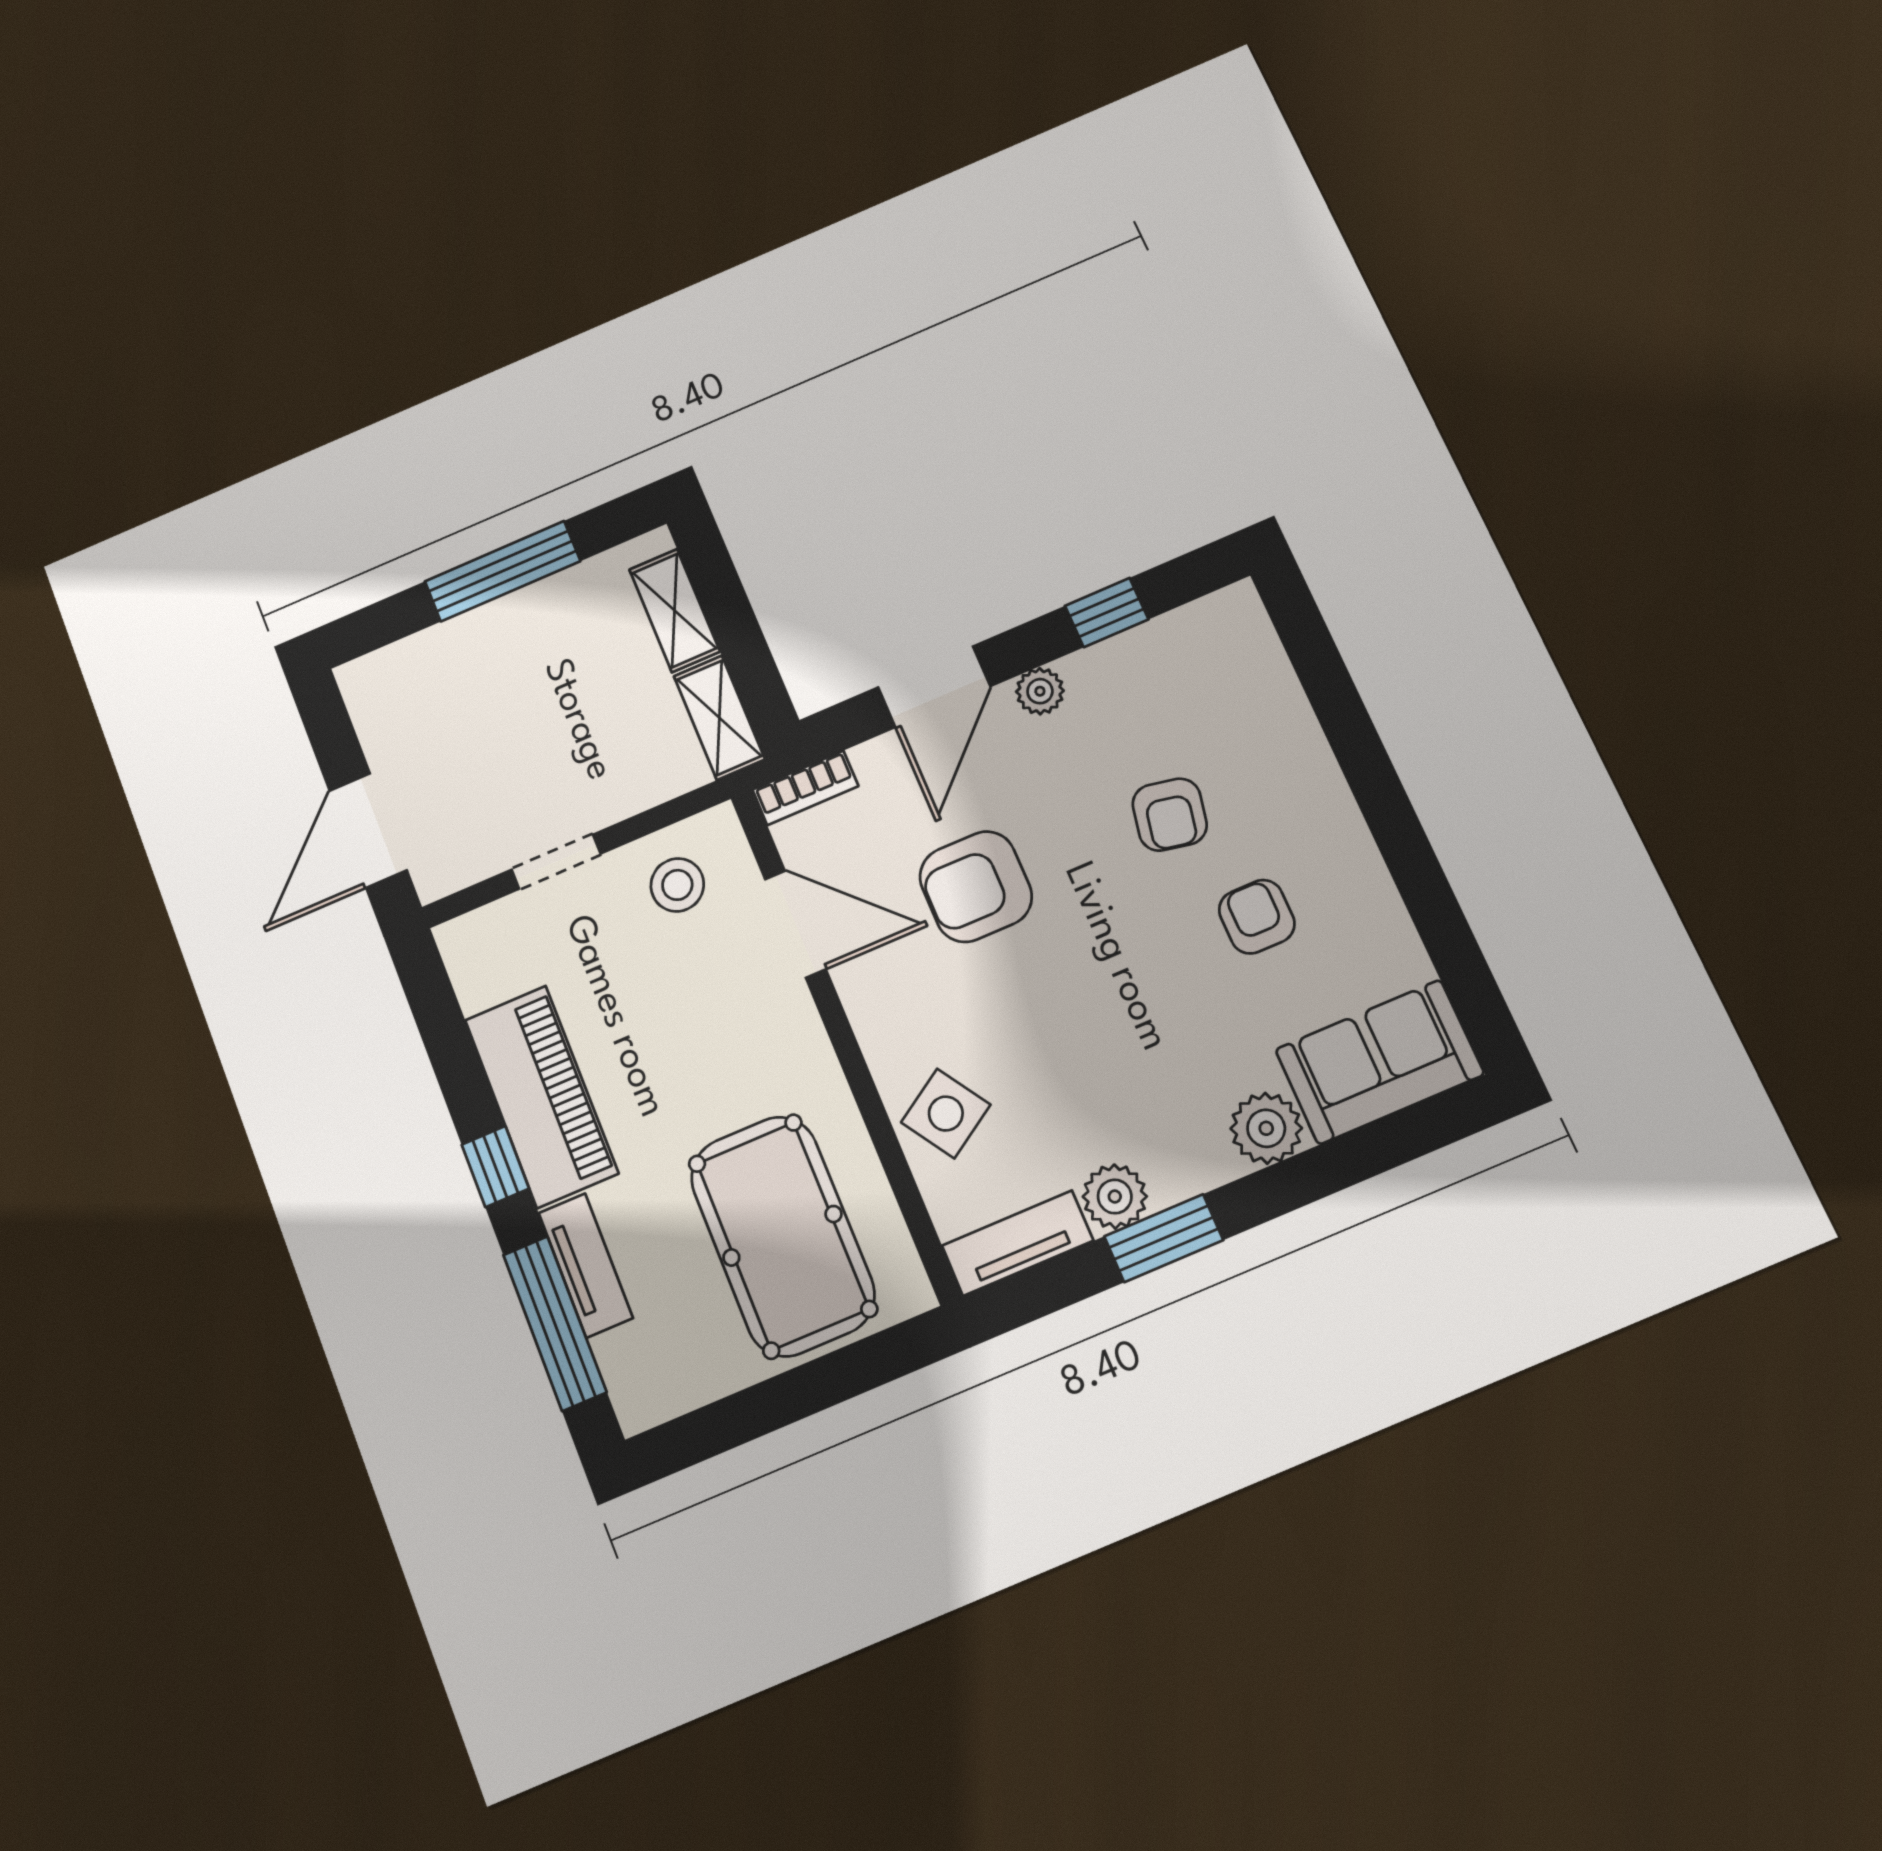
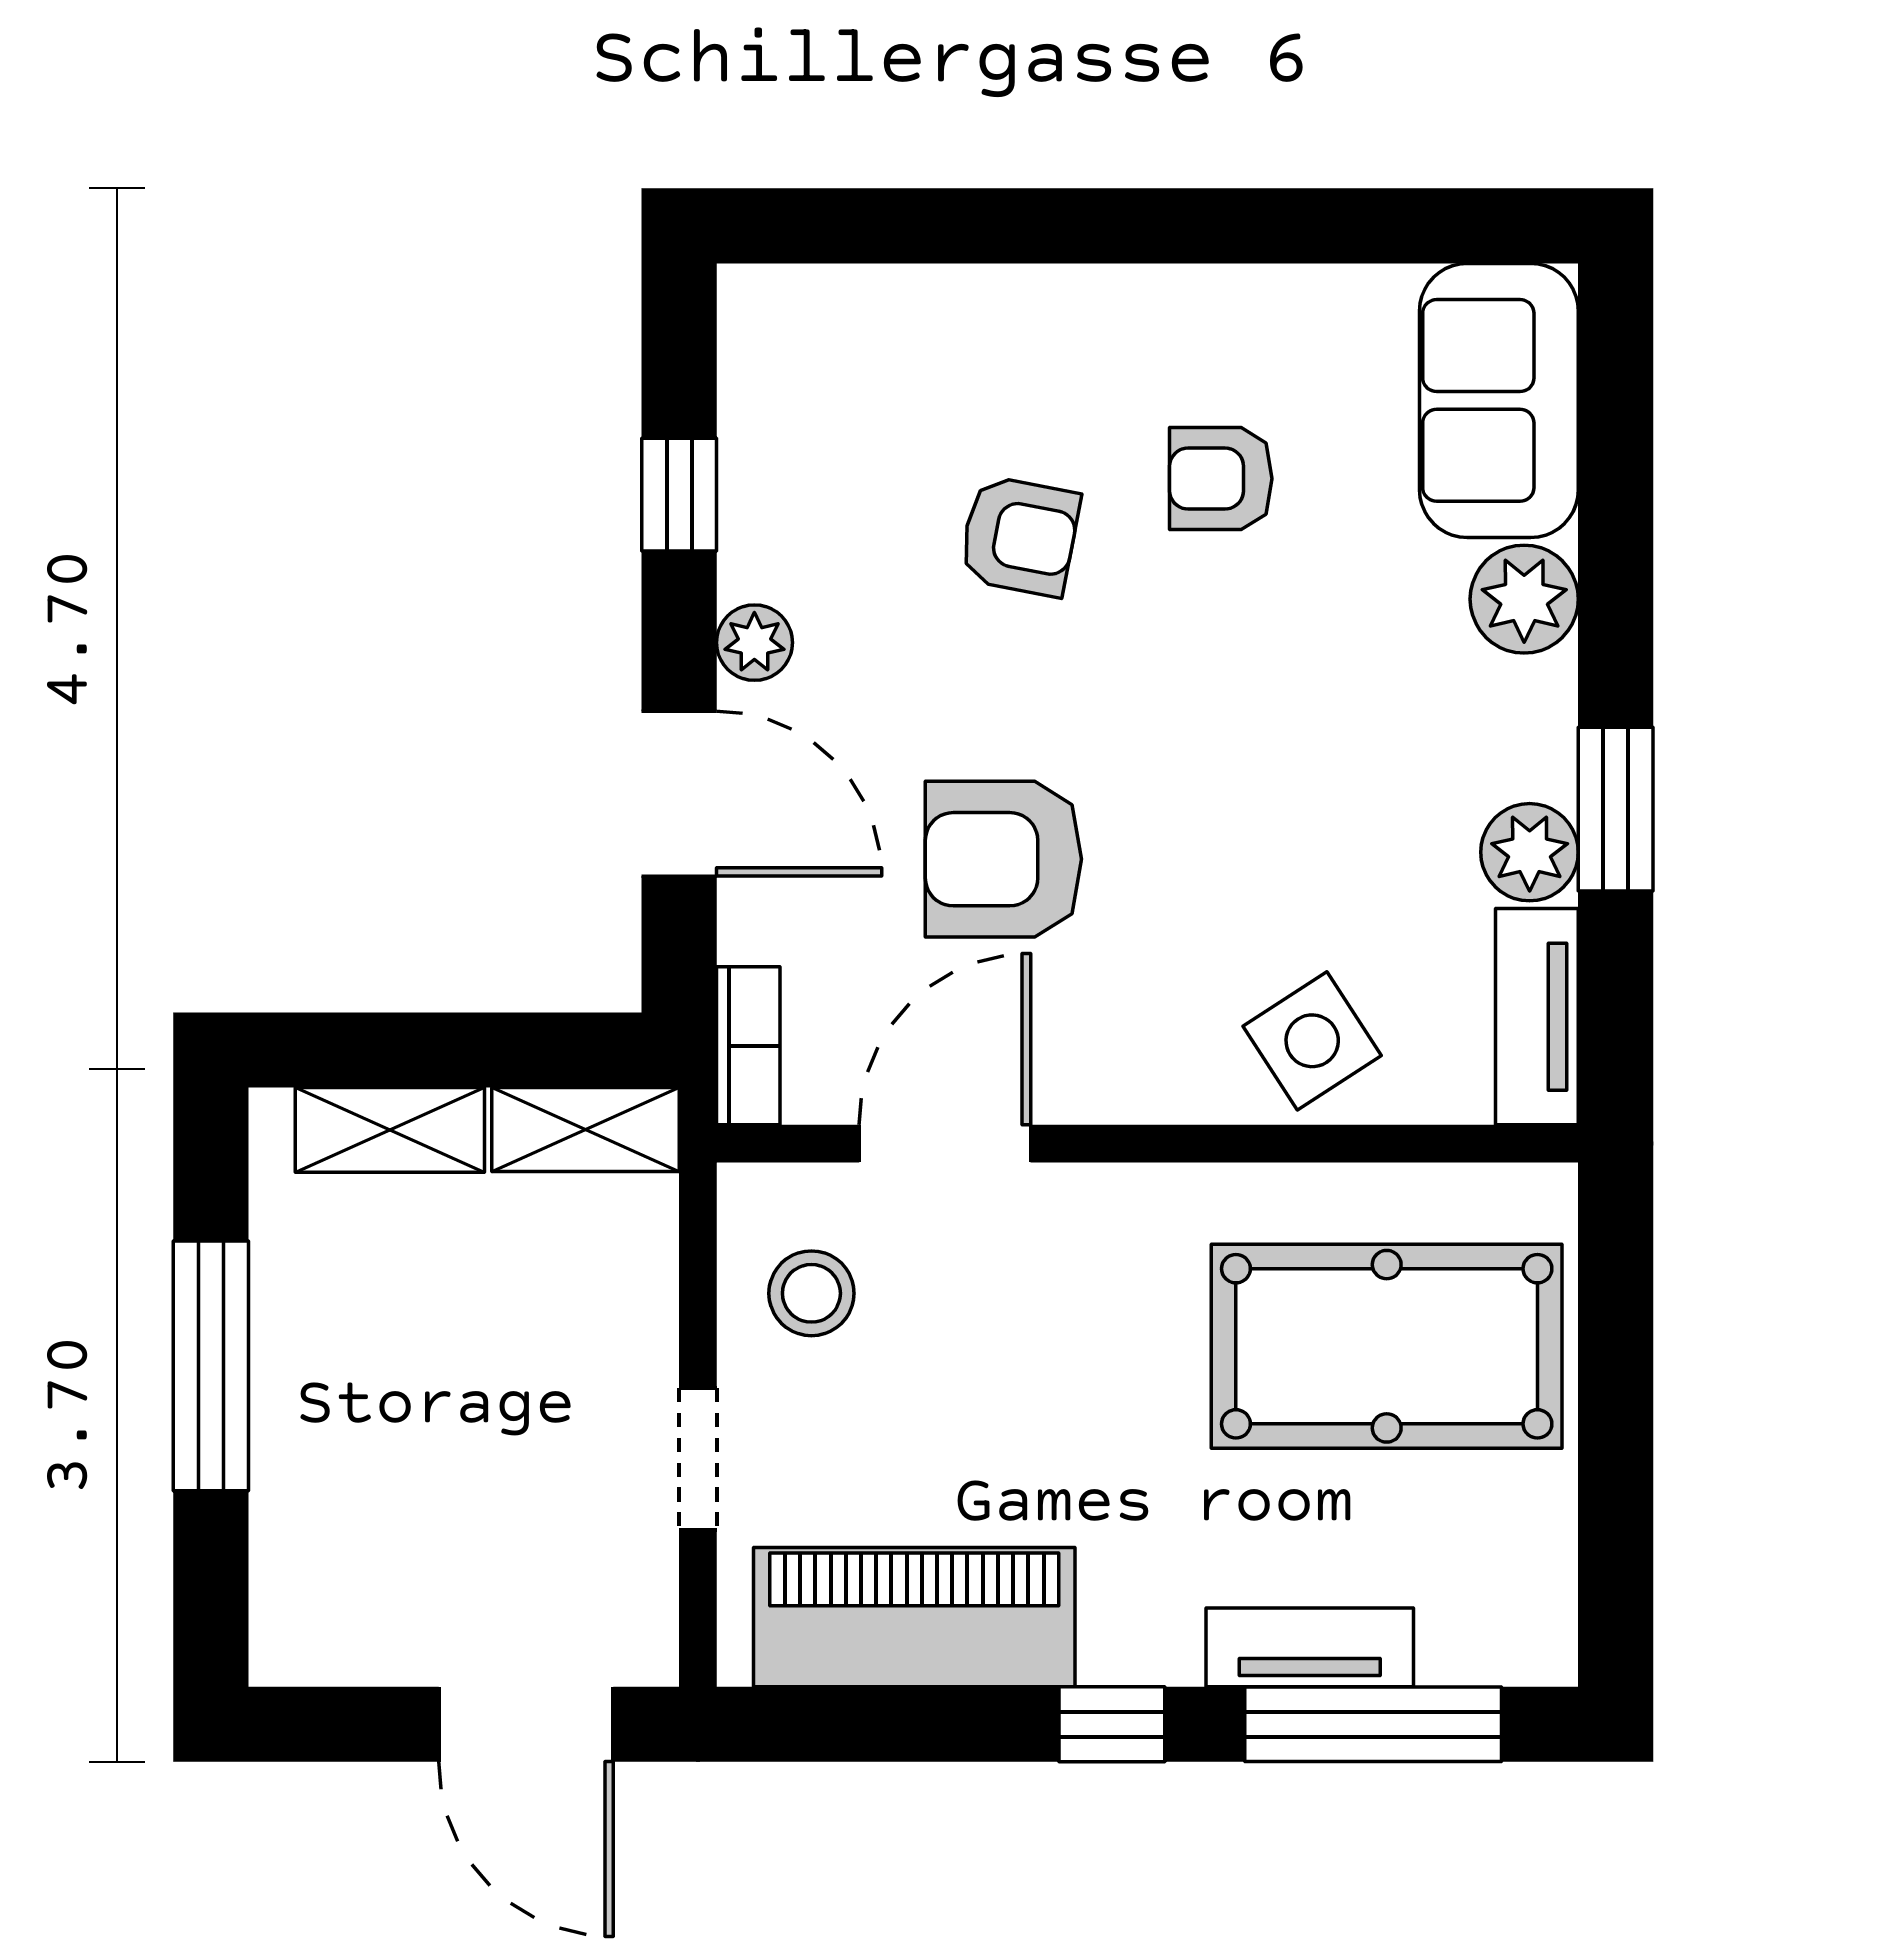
armchair: (976, 887) -> (1003, 859), turned 90
piano: (541, 1096) -> (914, 1617), moved

